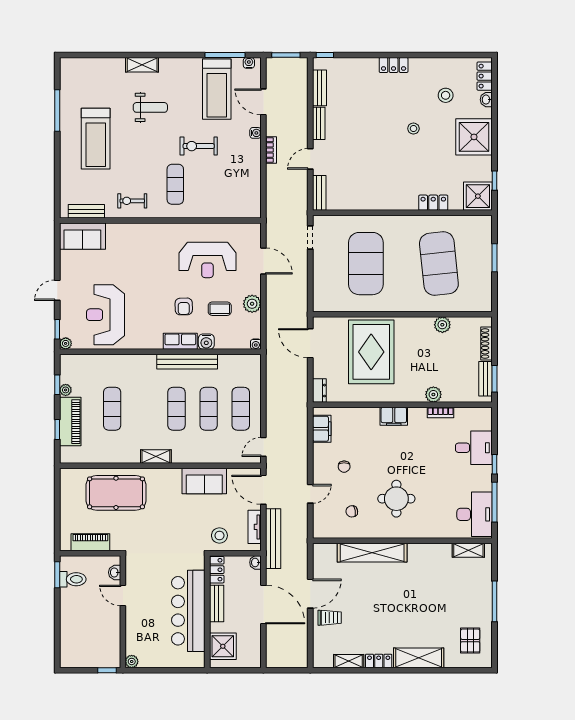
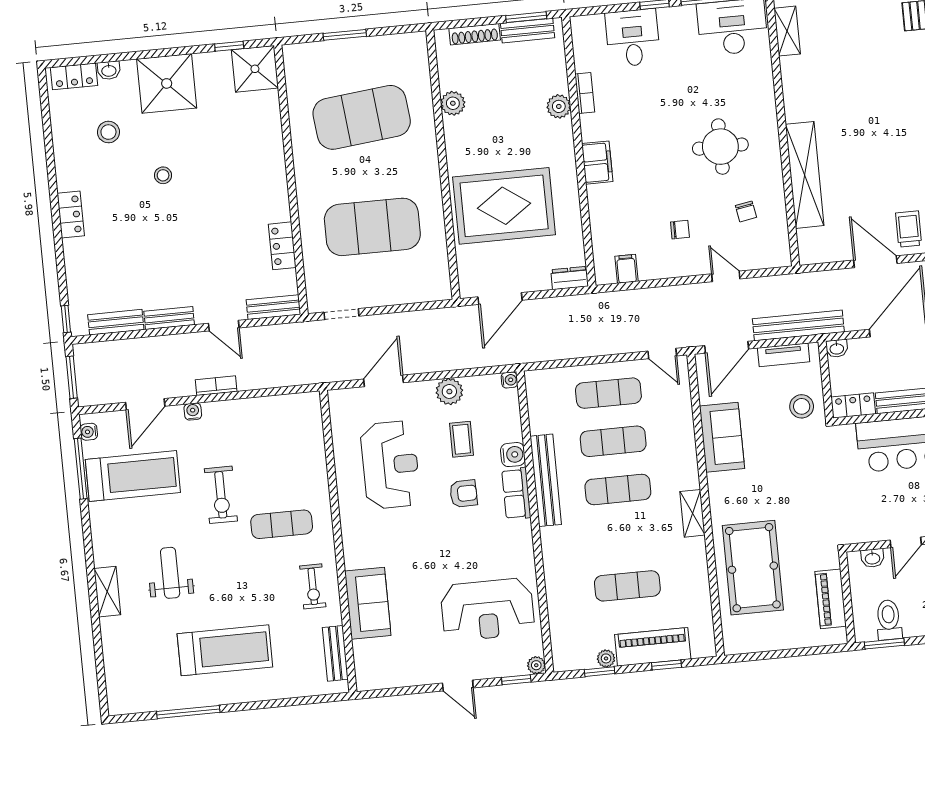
locker: (433, 203) -> (282, 246), moved
sofa: (82, 236) -> (368, 603), moved
filing cabinet: (322, 429) -> (626, 269), width x0.50

